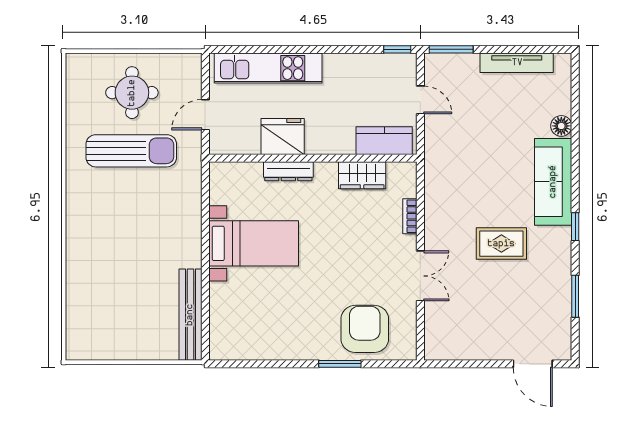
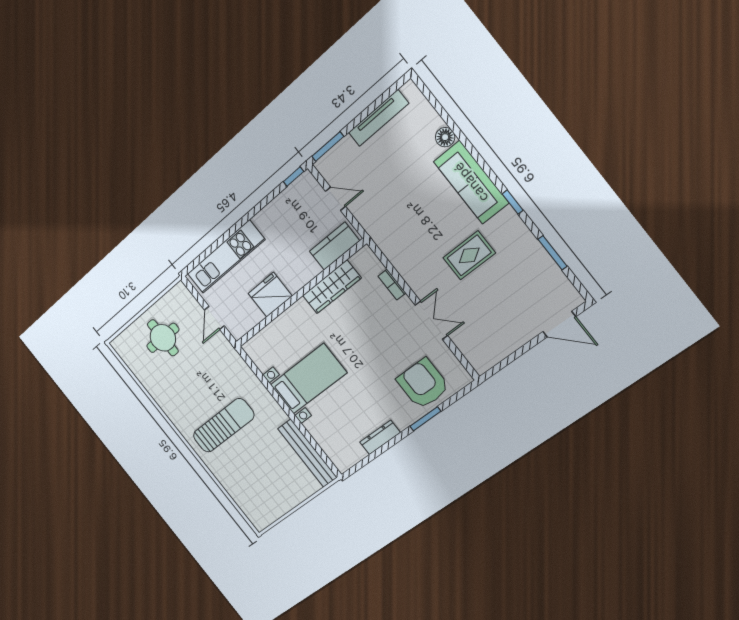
sun lounger: (131, 151) -> (224, 425), moved
dresser: (288, 171) -> (380, 437), moved, turned 180
wardrobe: (362, 175) -> (332, 287), width x1.50

